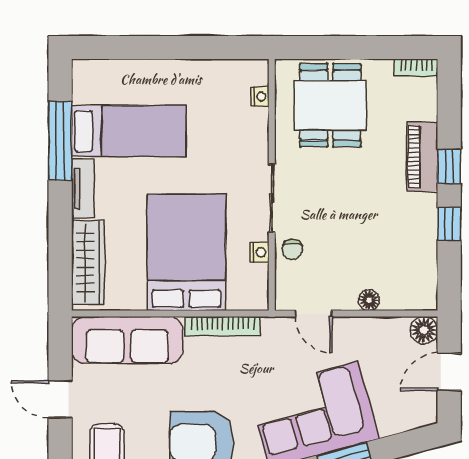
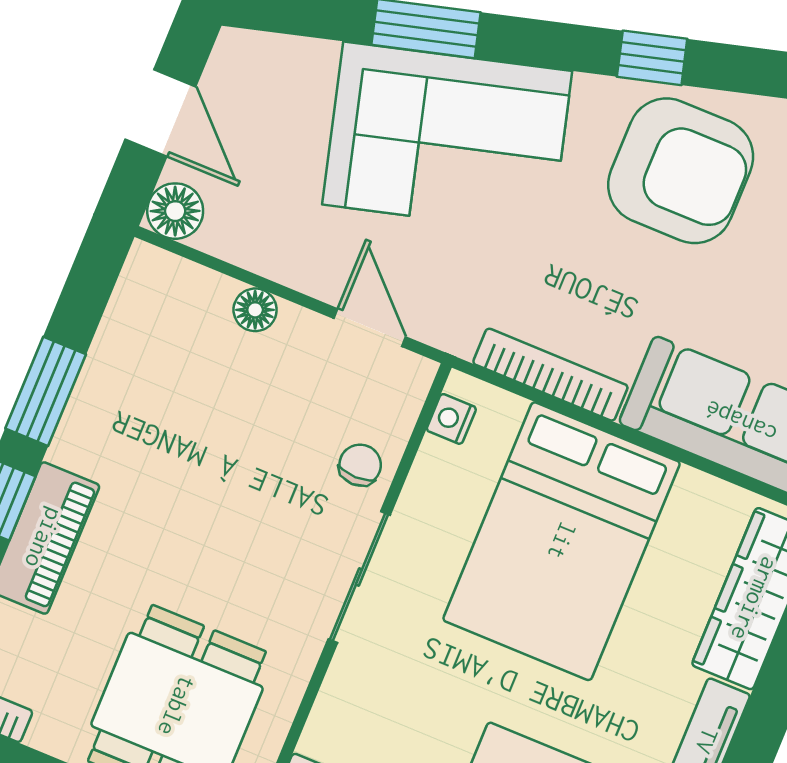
window: (449, 224) -> (46, 391), width x1.50
nightstand: (259, 252) -> (451, 419), moved
door: (449, 372) -> (160, 113), hinge flipped

